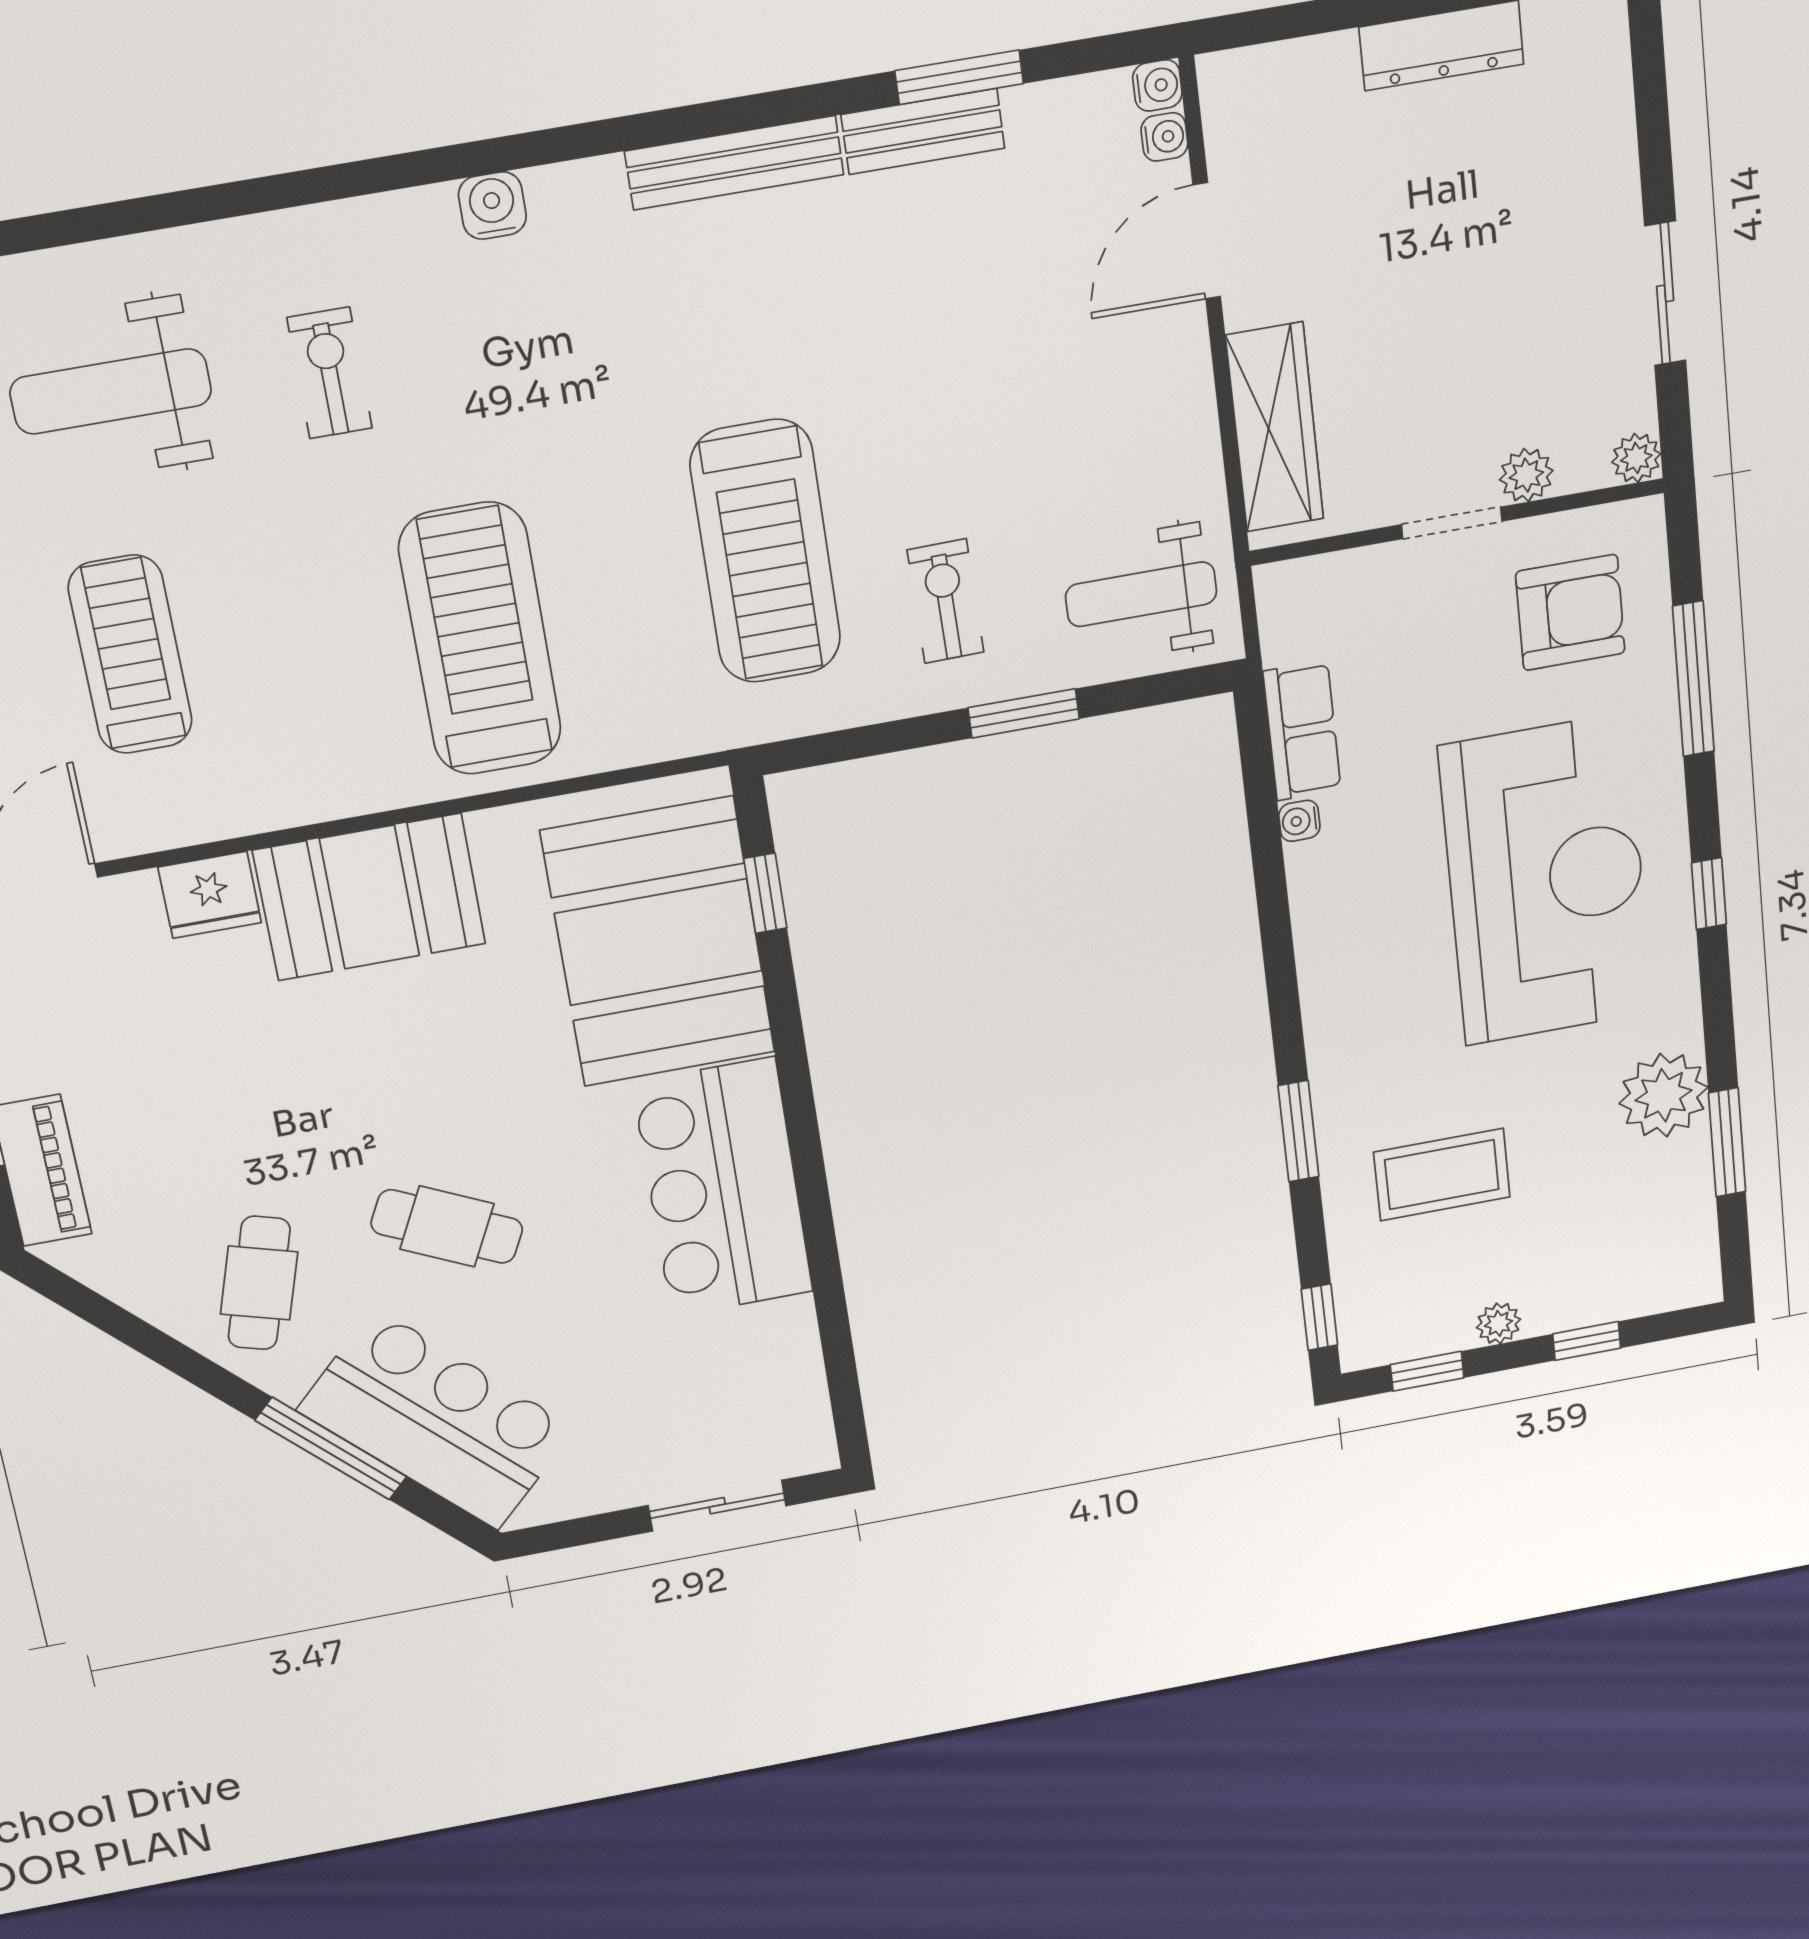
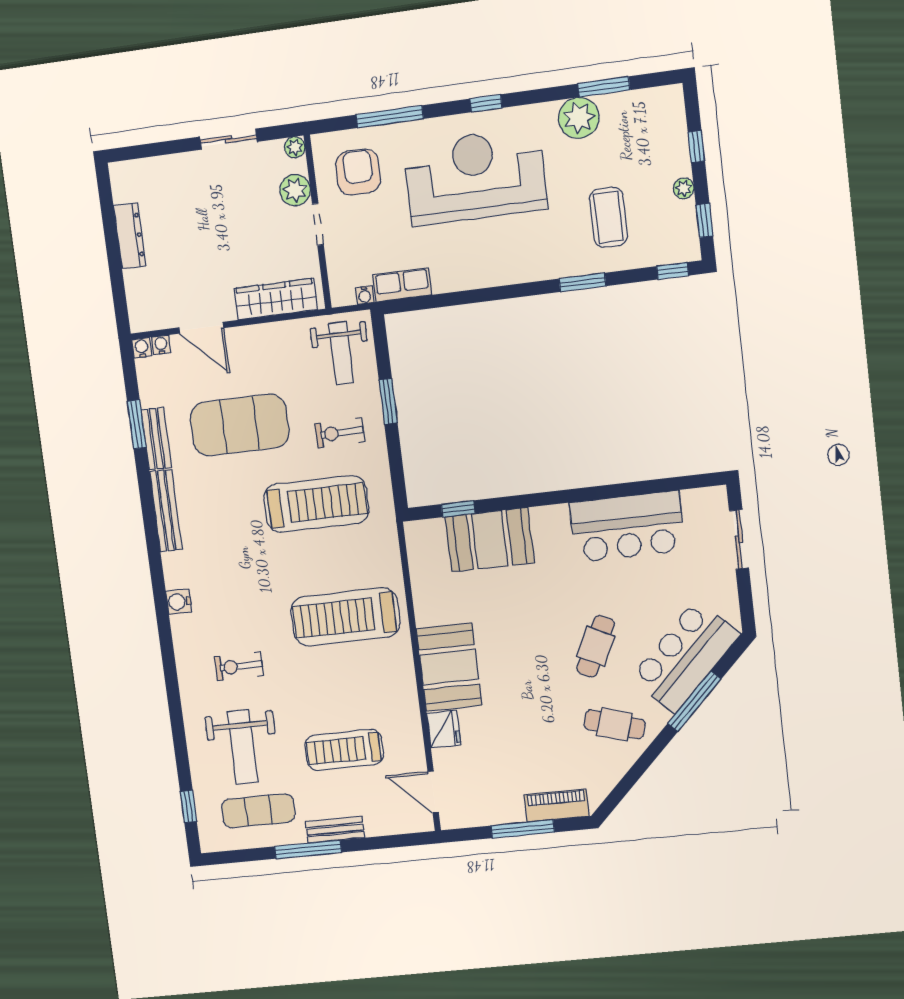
exercise mat: (961, 349) -> (239, 425), added
plant: (1526, 475) -> (295, 190), width x1.38, depth x1.38
water cooler: (1299, 821) -> (365, 295), moved
booth: (658, 942) -> (490, 540), width x0.73, depth x0.70
bar counter: (723, 1188) -> (627, 527), moved

